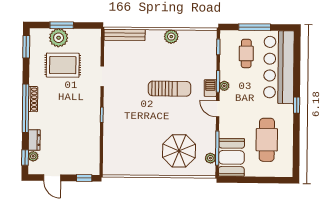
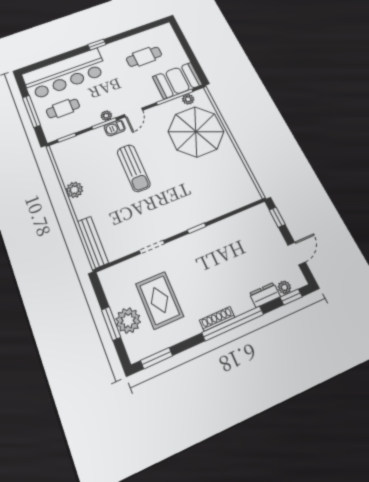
sun lounger: (170, 89) -> (134, 168), turned 180
cafe table: (267, 140) -> (144, 57), width x0.73, depth x0.74
parasol: (179, 151) -> (196, 132), width x1.36, depth x1.36

